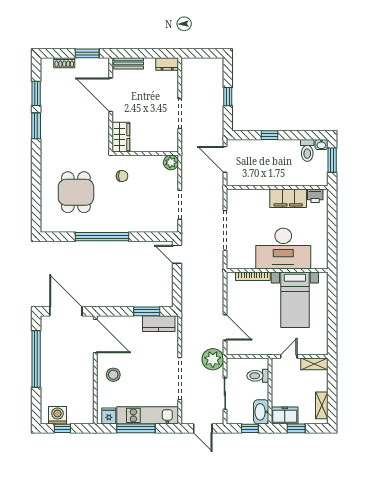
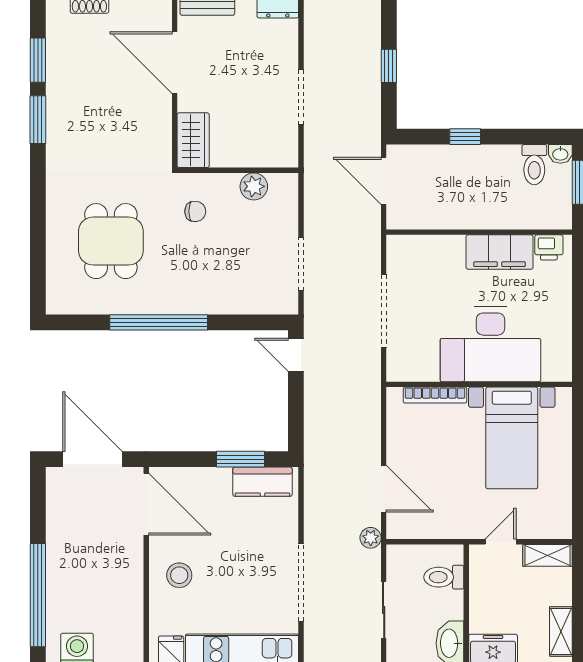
plant: (171, 162) -> (254, 186), moved
window: (36, 359) -> (38, 595), moved
plant: (213, 359) -> (371, 538), width x0.53, depth x0.53

